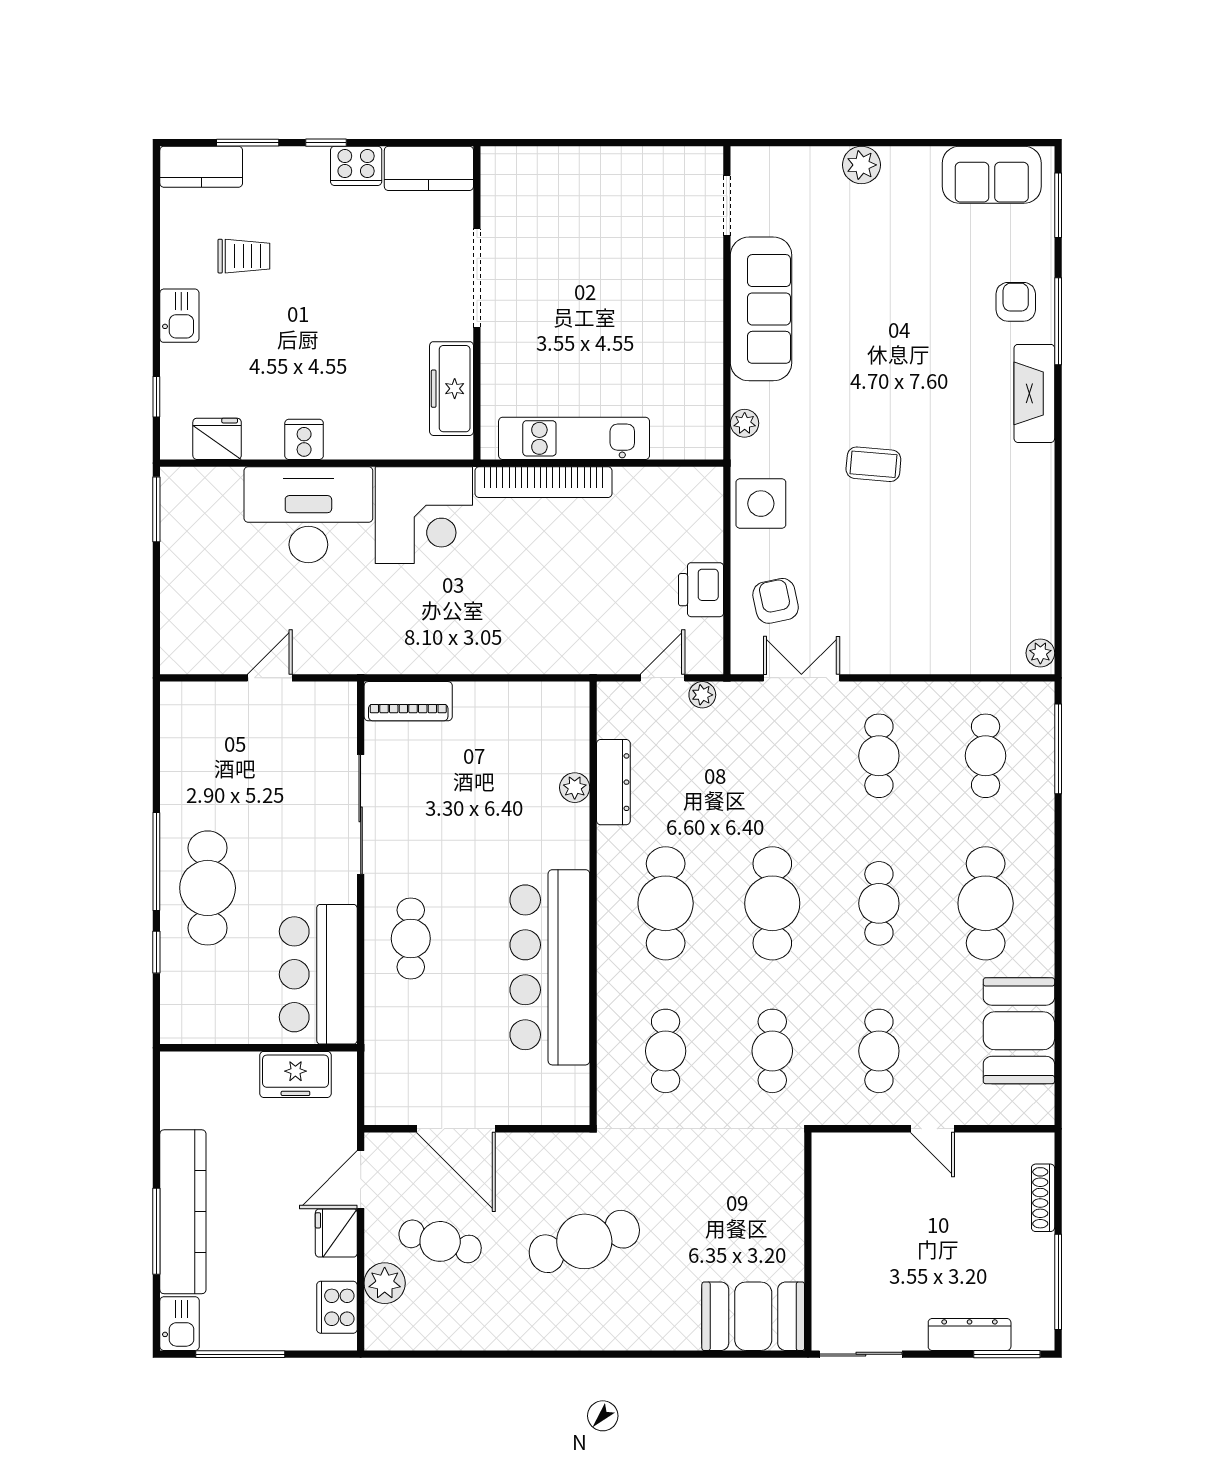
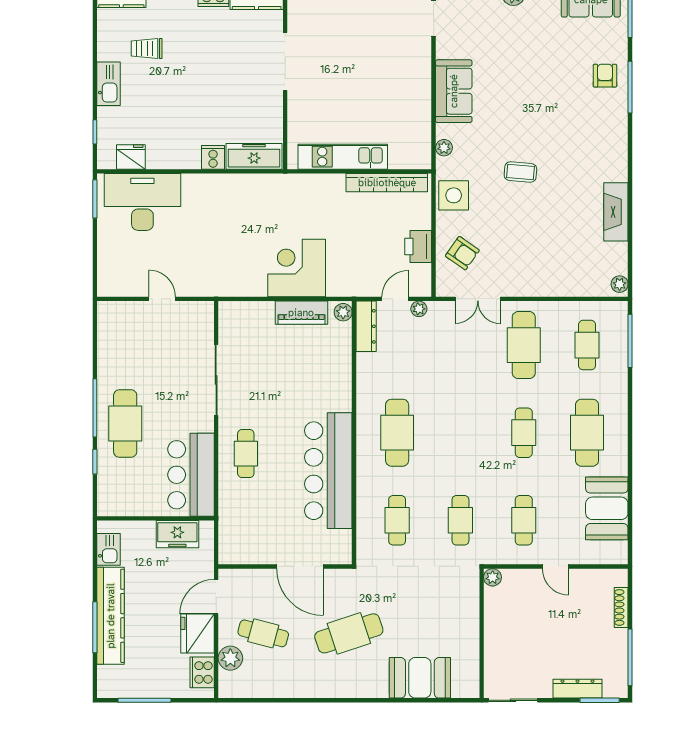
trolley: (244, 256) -> (147, 48), turned 180
sofa: (761, 309) -> (454, 91), width x0.73
kitchen sink: (179, 316) -> (108, 84), width x1.38
freezer: (452, 389) -> (254, 156), moved, turned 90
fireplace: (1034, 393) -> (616, 212), moved
cooker: (304, 439) -> (213, 157), moved
bookcase: (544, 482) -> (387, 183), moved
desk: (308, 515) -> (142, 202), moved
corner desk: (424, 515) -> (297, 268), moved, turned 180
armchair: (776, 601) -> (462, 253), turned 137
door: (270, 678) -> (162, 299), hinge flipped
double door: (801, 678) -> (478, 299), swing flipped
piano: (408, 701) -> (301, 313), moved
cafe table: (879, 756) -> (524, 345), width x1.37, depth x1.35
dresser: (613, 782) -> (366, 326), moved
plant: (575, 788) -> (343, 312), moved
cafe table: (772, 903) -> (460, 433), removed
door: (456, 1129) -> (300, 566), moved
plant: (826, 1147) -> (493, 577), added
fridge: (336, 1233) -> (197, 634), width x1.36, depth x1.34
booth: (753, 1316) -> (420, 678), moved
kitchen sink: (180, 1324) -> (109, 549), moved

